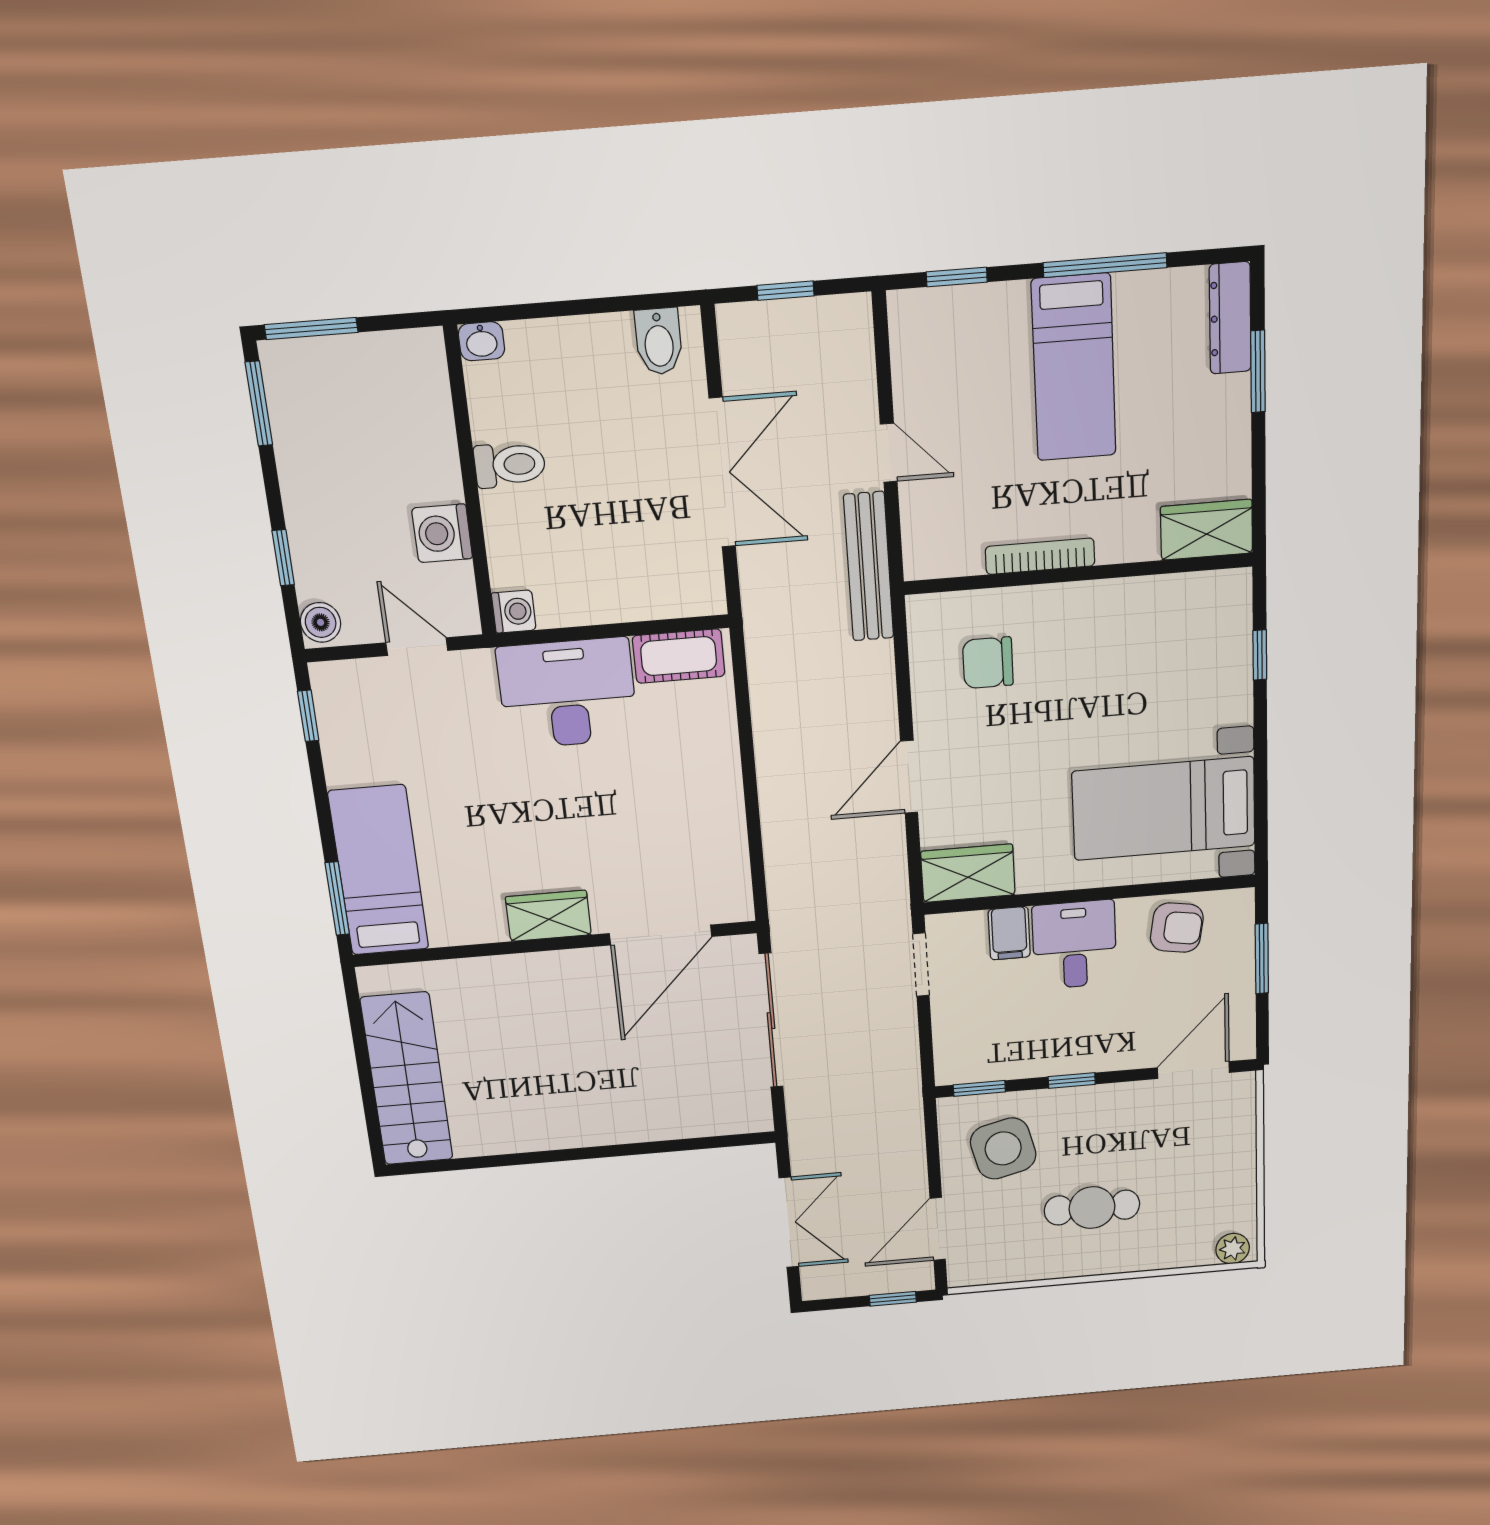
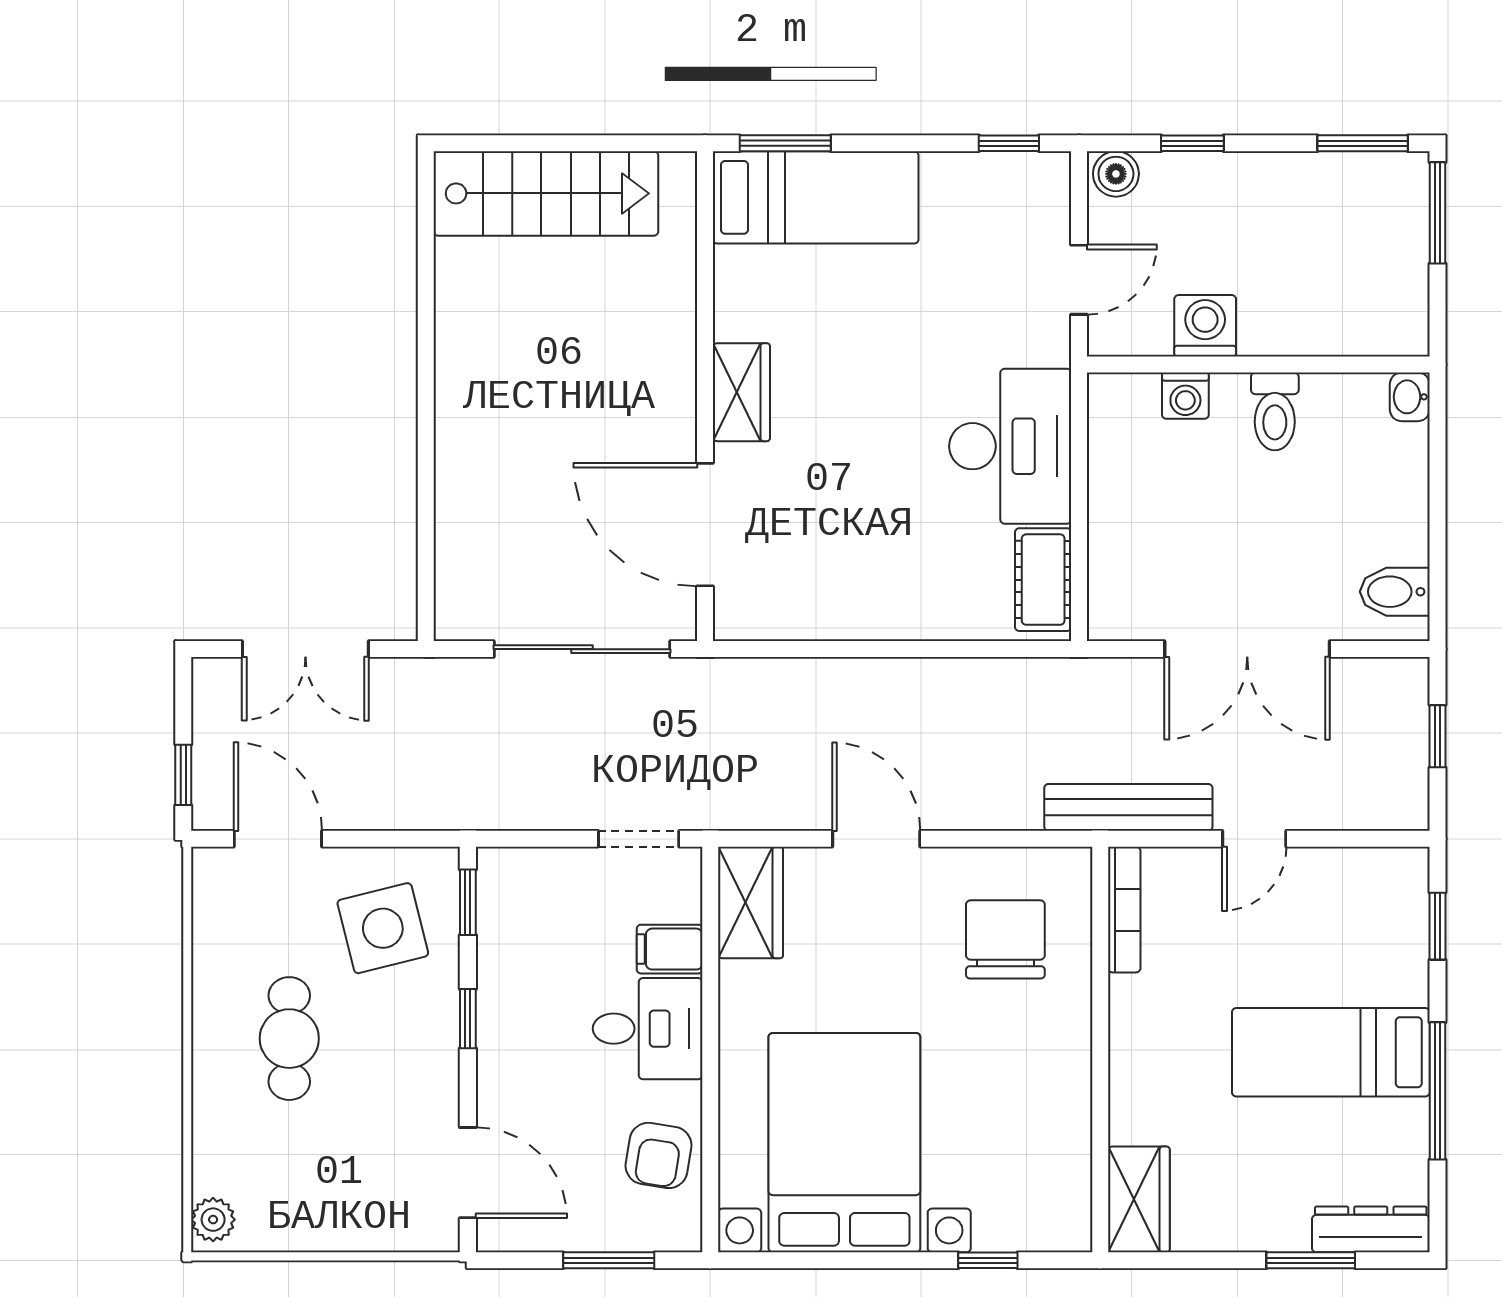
bookcase: (1040, 556) -> (1124, 910), moved
washing machine: (514, 611) -> (1185, 396), moved
chair: (988, 663) -> (1005, 939), width x1.37, depth x1.37
bed with nightstands: (1164, 809) -> (844, 1143), width x1.36

